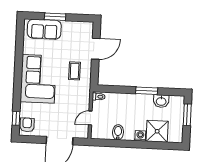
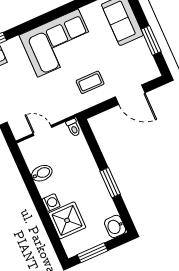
window: (55, 17) -> (151, 40), moved
washbasin: (161, 101) -> (115, 226), moved
window: (187, 115) -> (92, 253), moved

